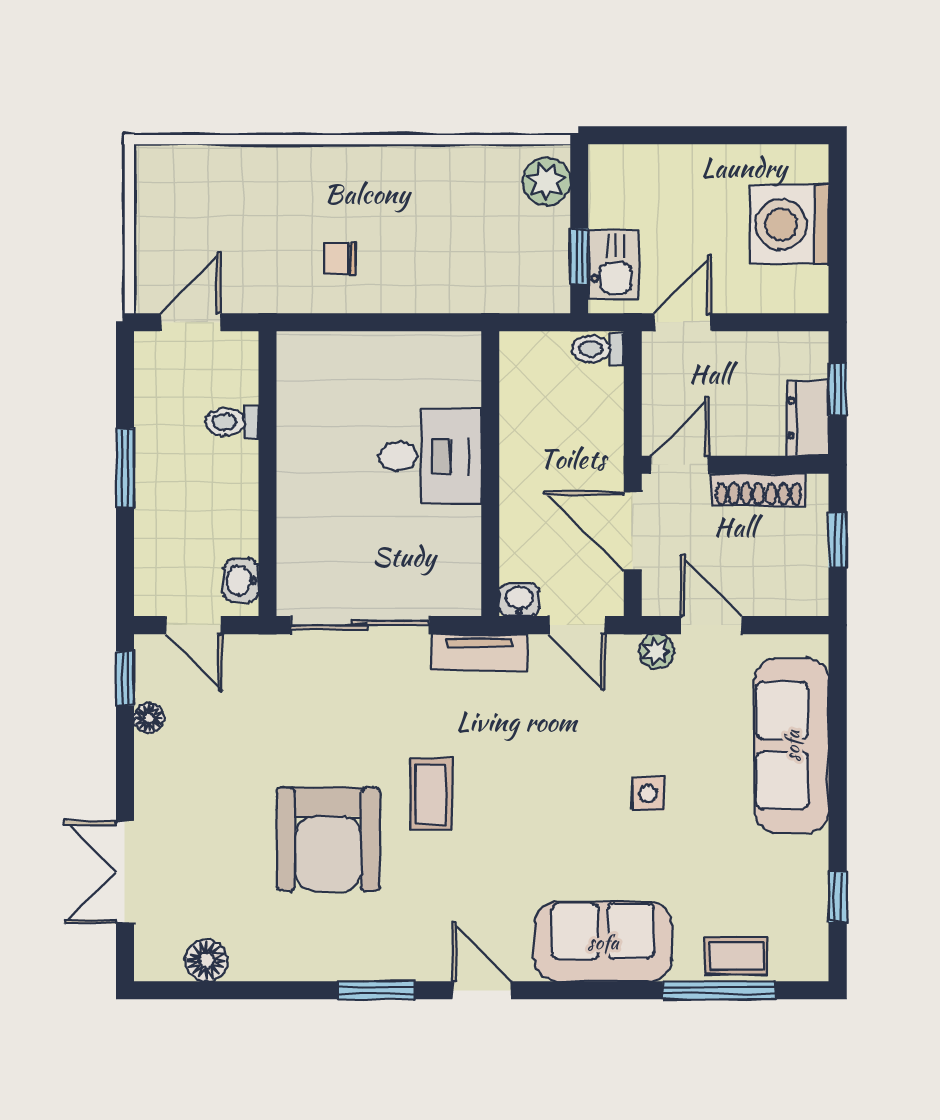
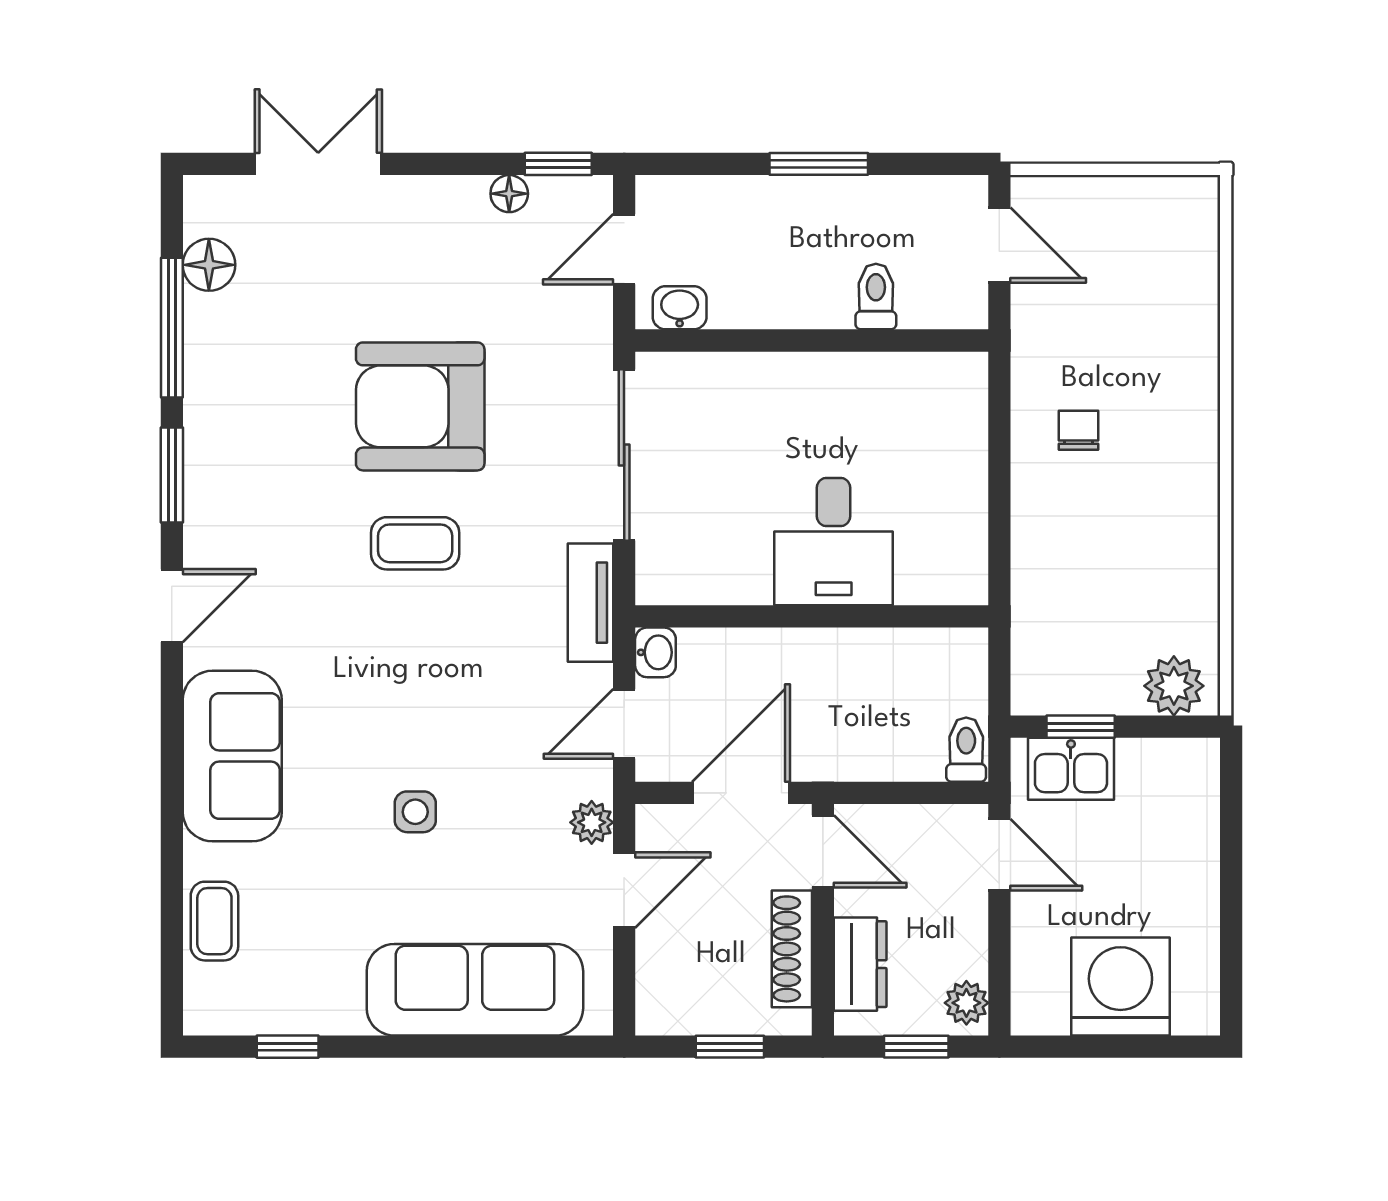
plant: (802, 349) -> (966, 1003), added
dresser: (807, 418) -> (860, 964), moved, turned 90
armchair: (328, 839) -> (420, 406), moved
window: (719, 990) -> (172, 328), moved

